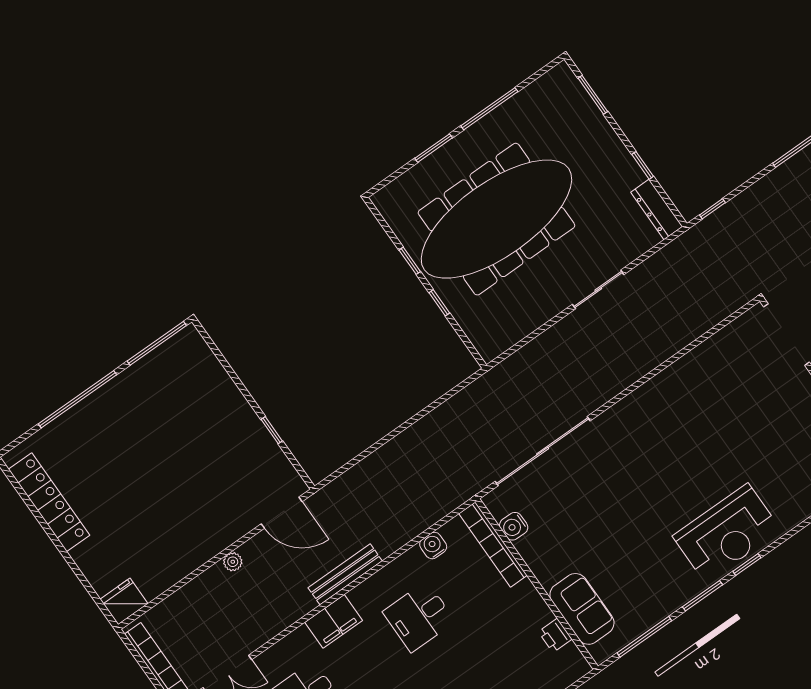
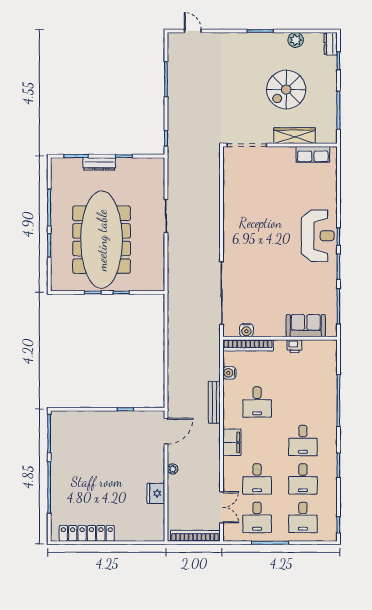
dresser: (657, 209) -> (99, 164), moved
bench: (345, 574) -> (214, 402), moved
fridge: (124, 601) -> (156, 493), moved
printer: (555, 635) -> (295, 346), moved

